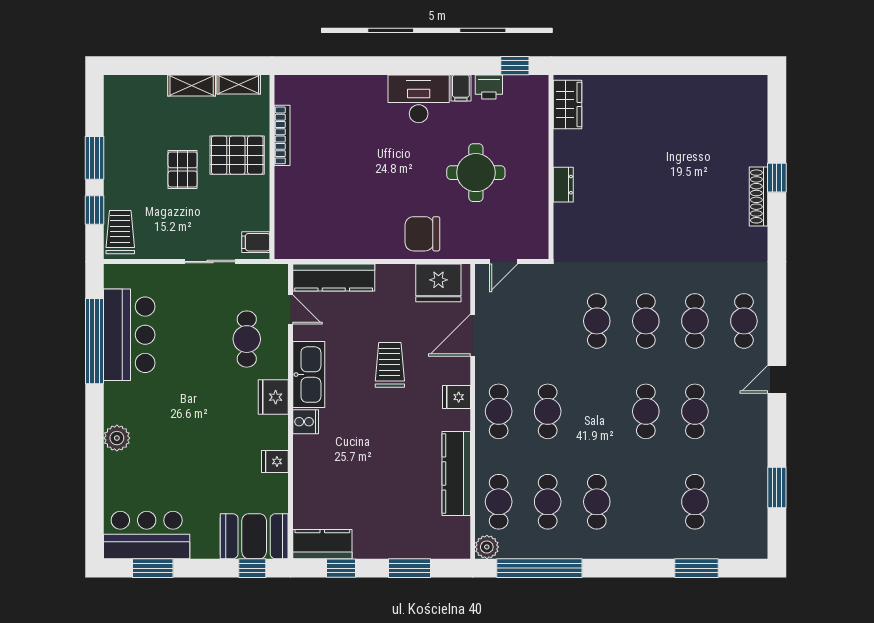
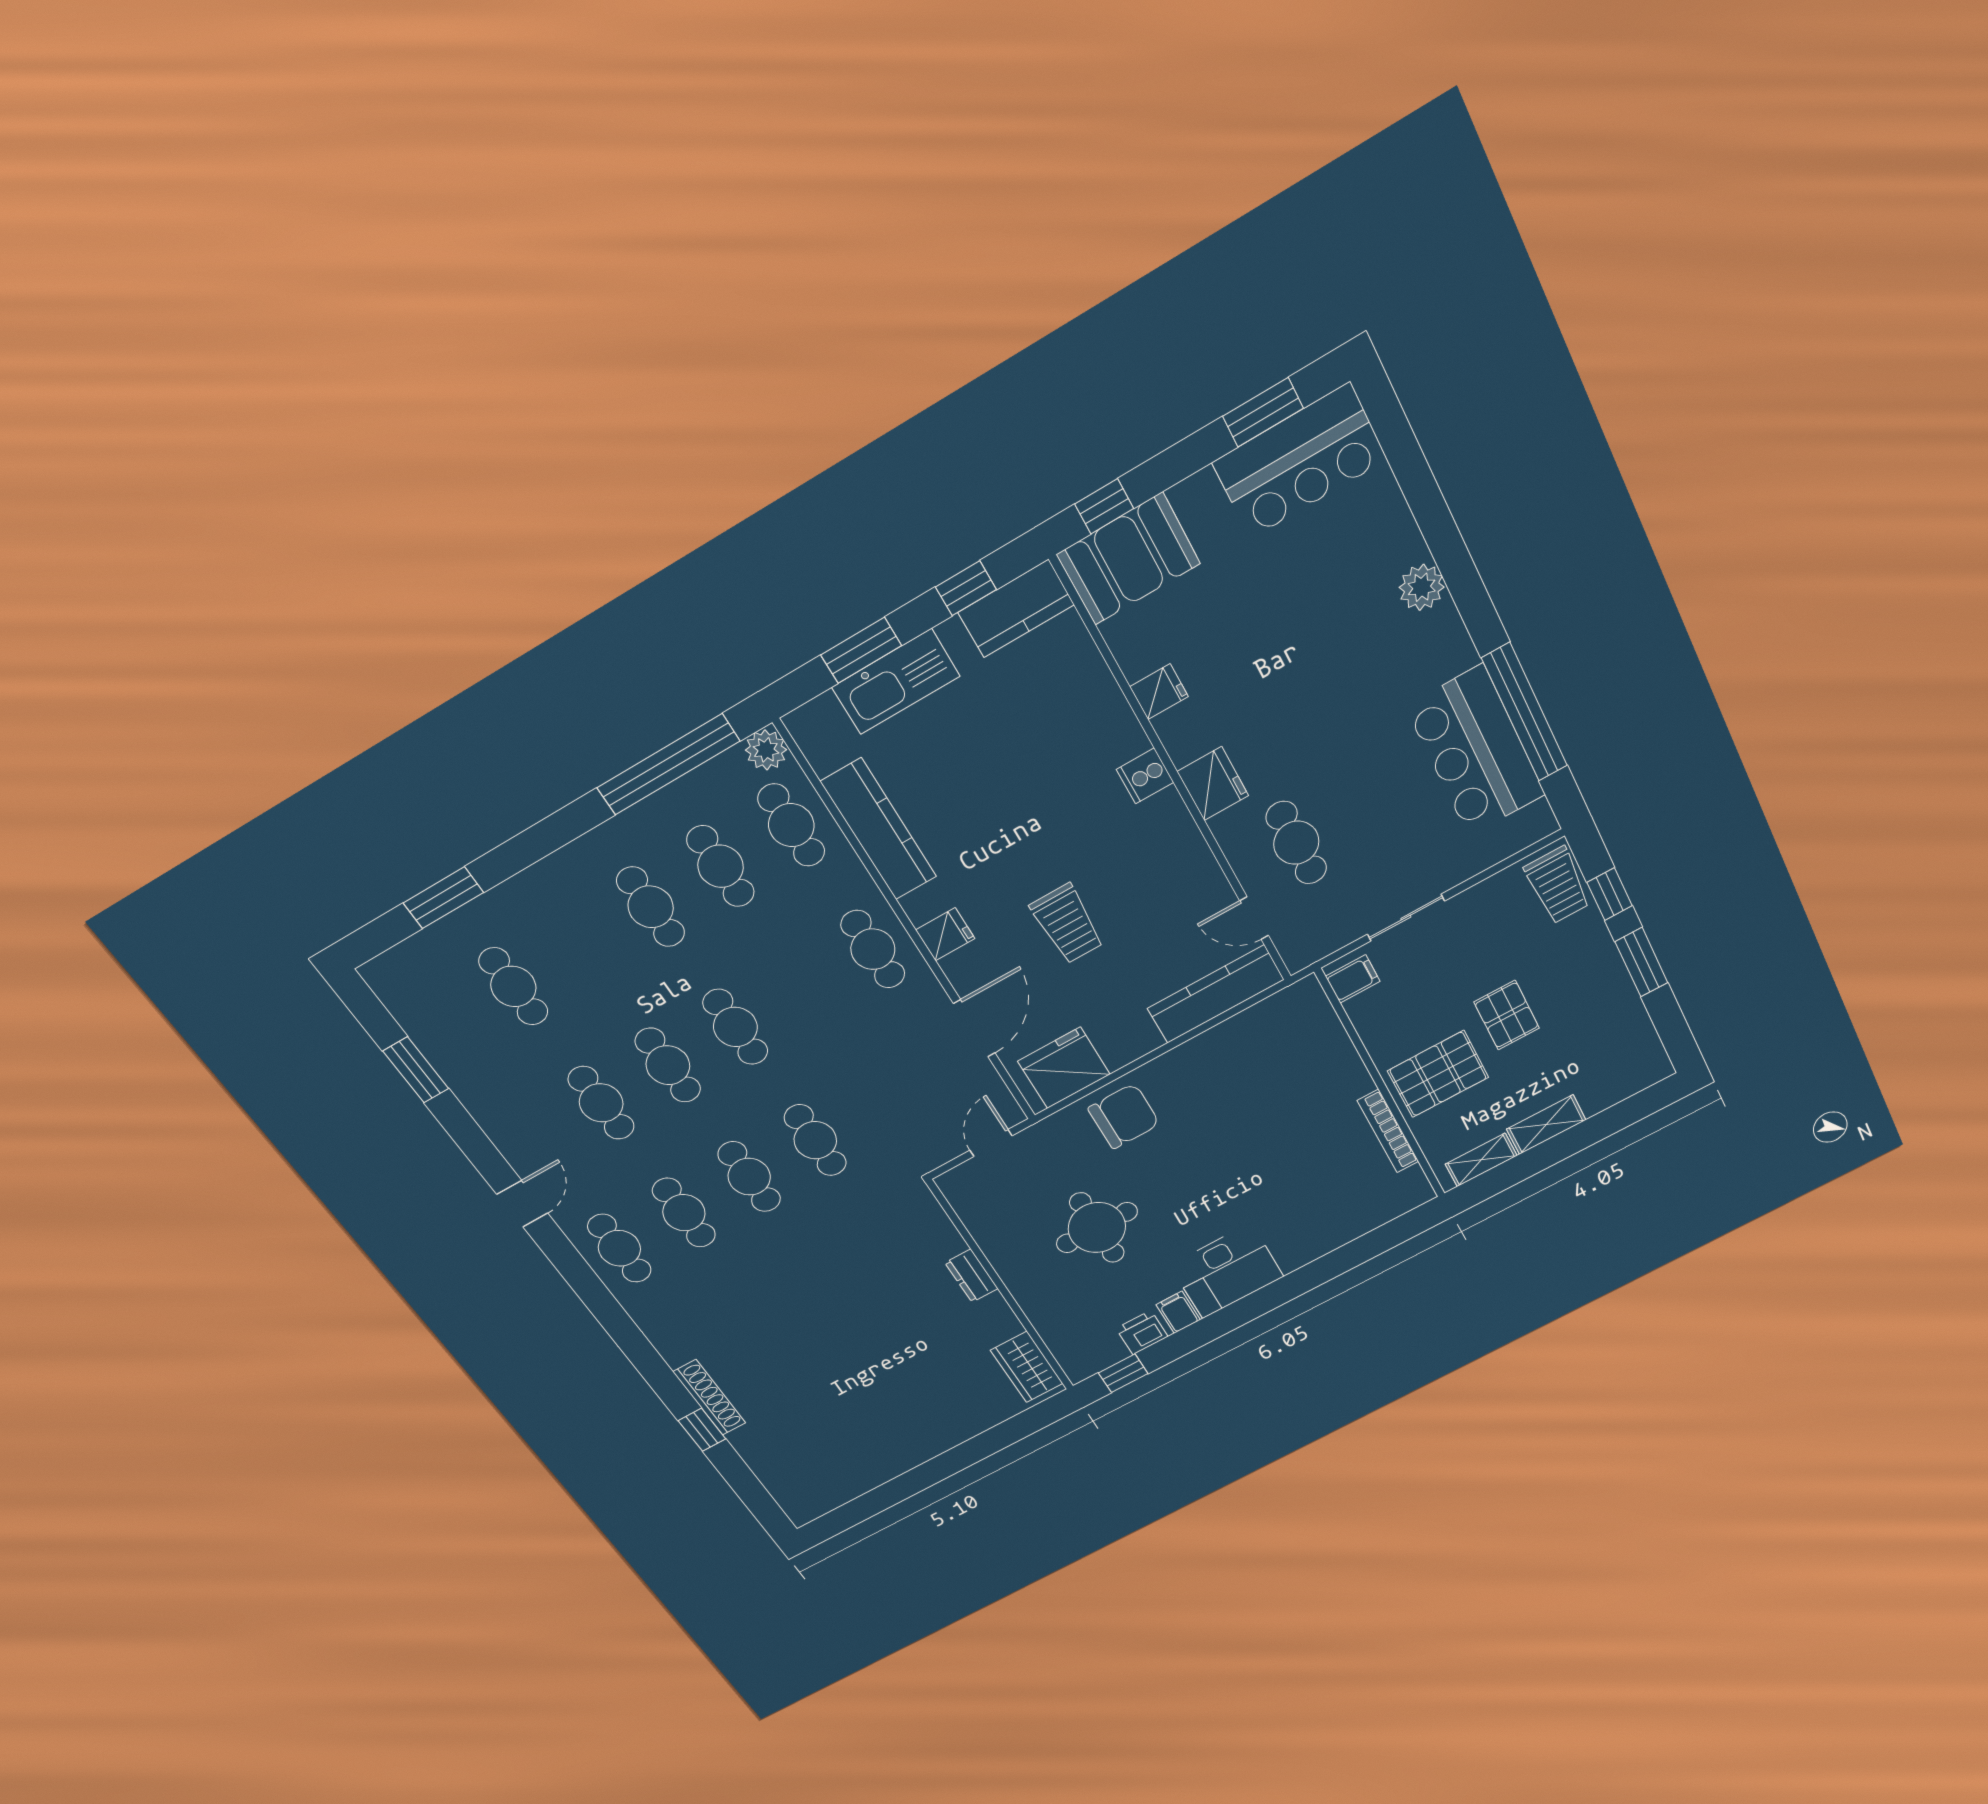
kitchen sink: (309, 375) -> (896, 682), moved, turned -90
cafe table: (548, 411) -> (735, 1027), moved

